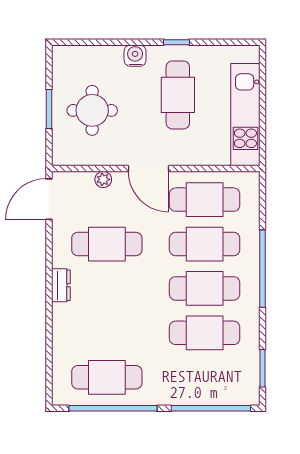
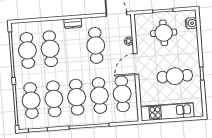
water cooler: (135, 56) -> (191, 23), moved
cafe table: (107, 333) -> (50, 49), added
cafe table: (205, 377) -> (31, 101), added

